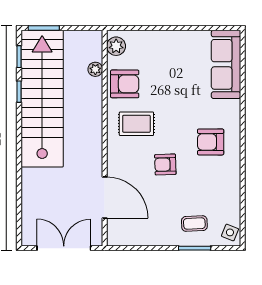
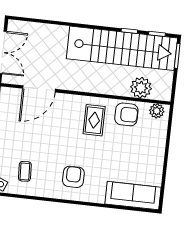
plant: (95, 69) -> (141, 88), width x1.87, depth x1.87
armchair: (125, 84) -> (126, 114), turned -90
armchair: (165, 165) -> (60, 139), removed
coffee table: (194, 224) -> (25, 171), moved

